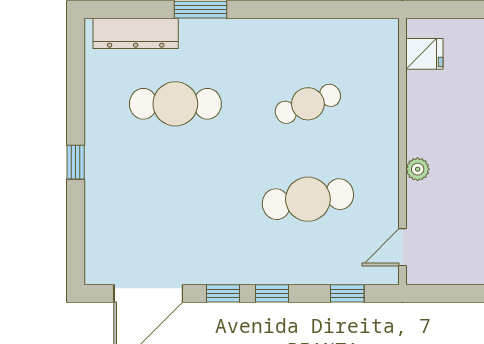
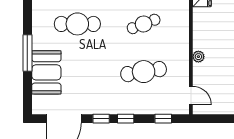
window: (76, 162) -> (27, 53), width x2.17
booth: (113, 201) -> (46, 72), added
door: (403, 247) -> (191, 96), swing flipped

